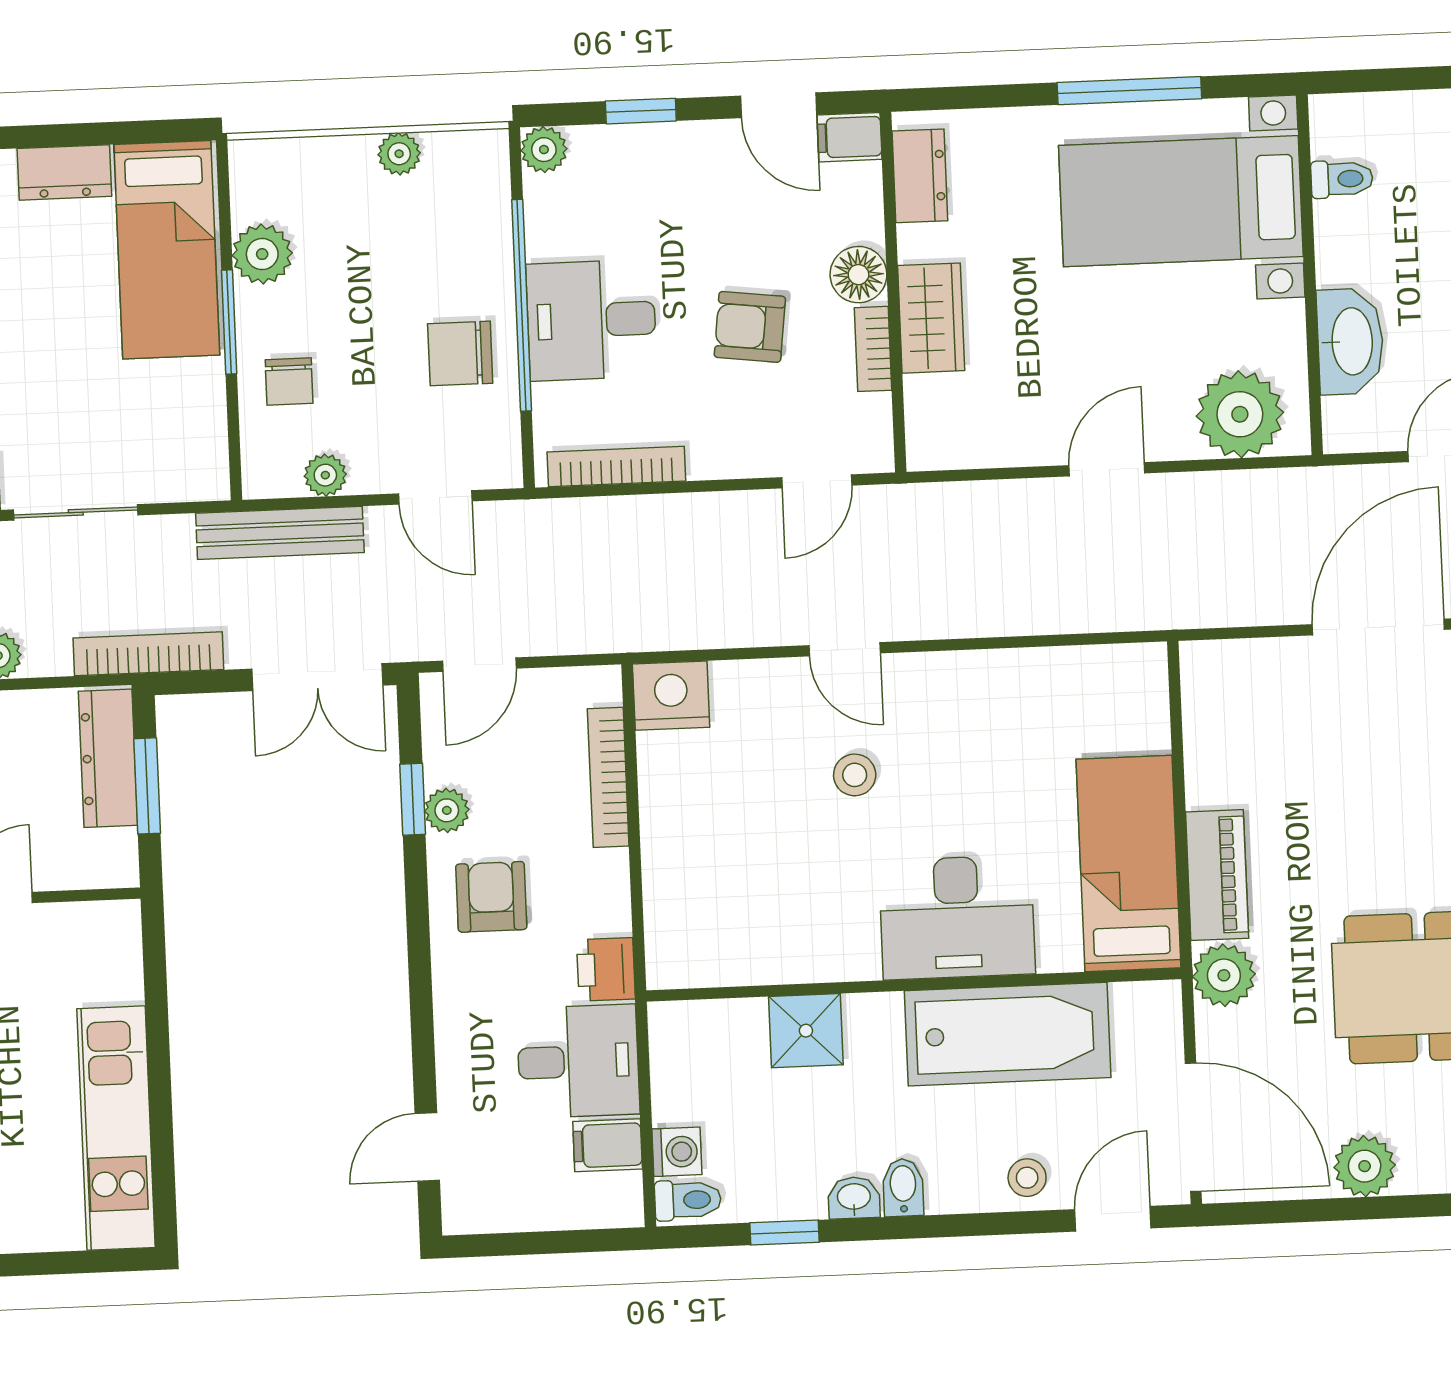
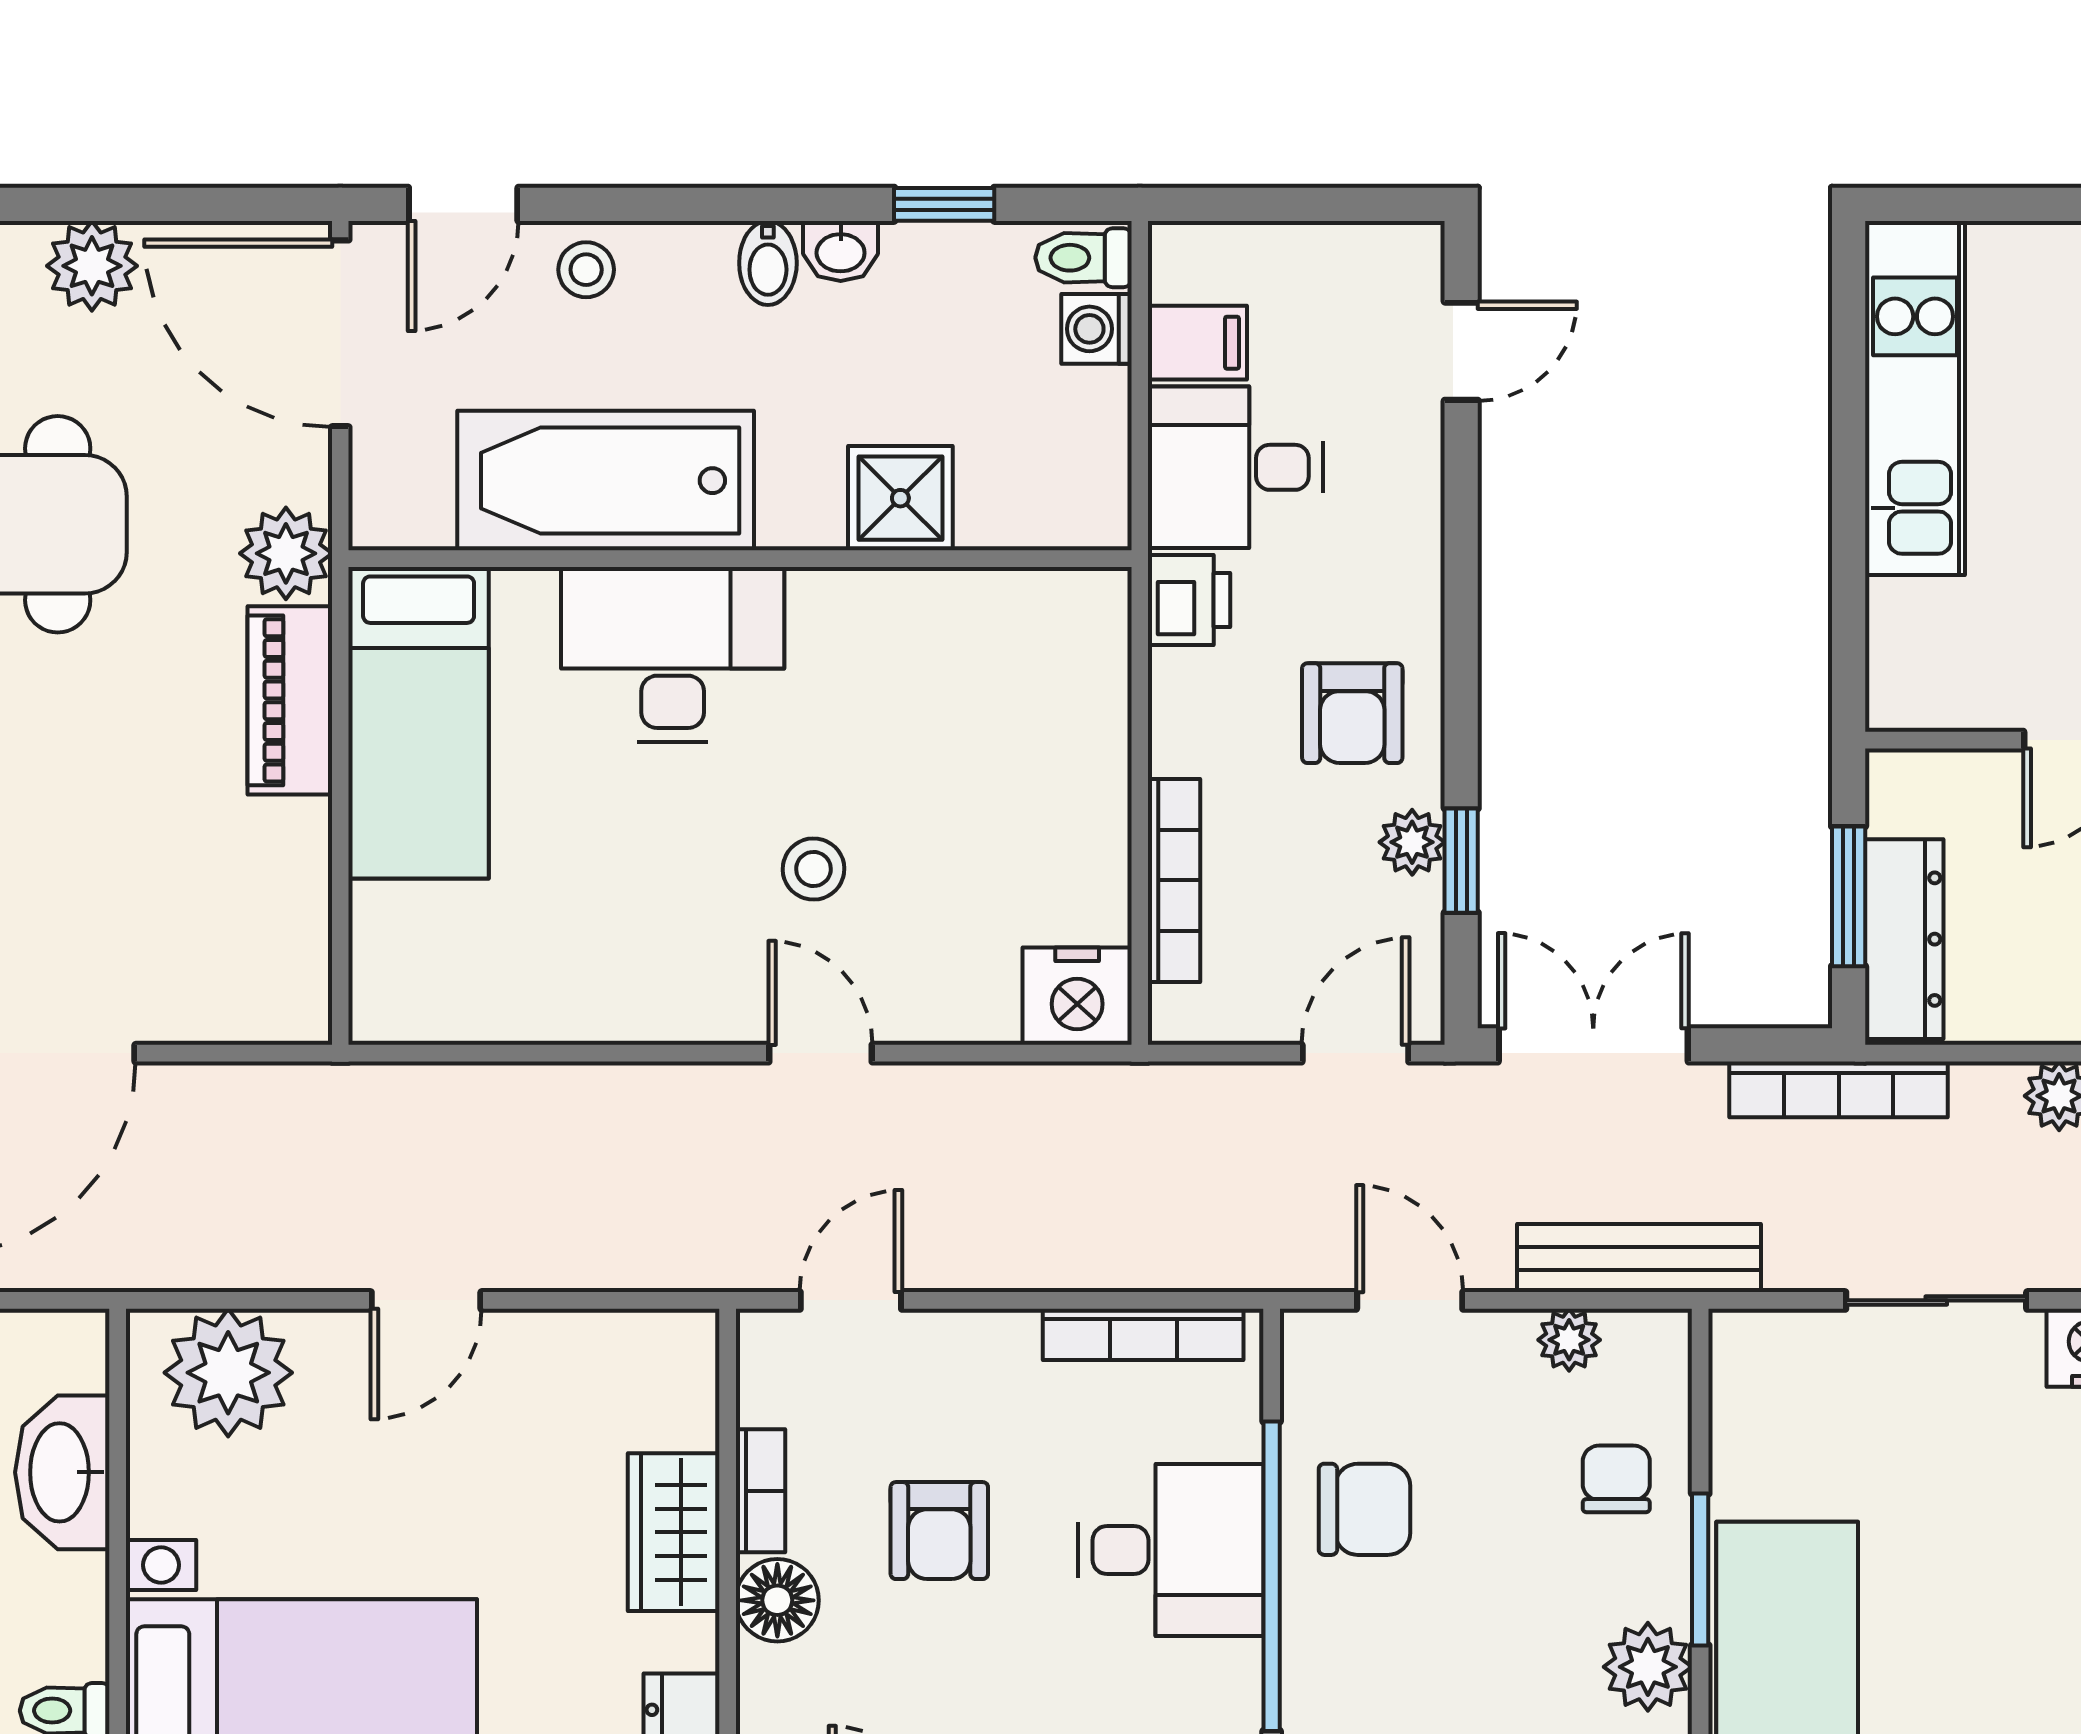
armchair: (750, 327) -> (939, 1531), turned 83

